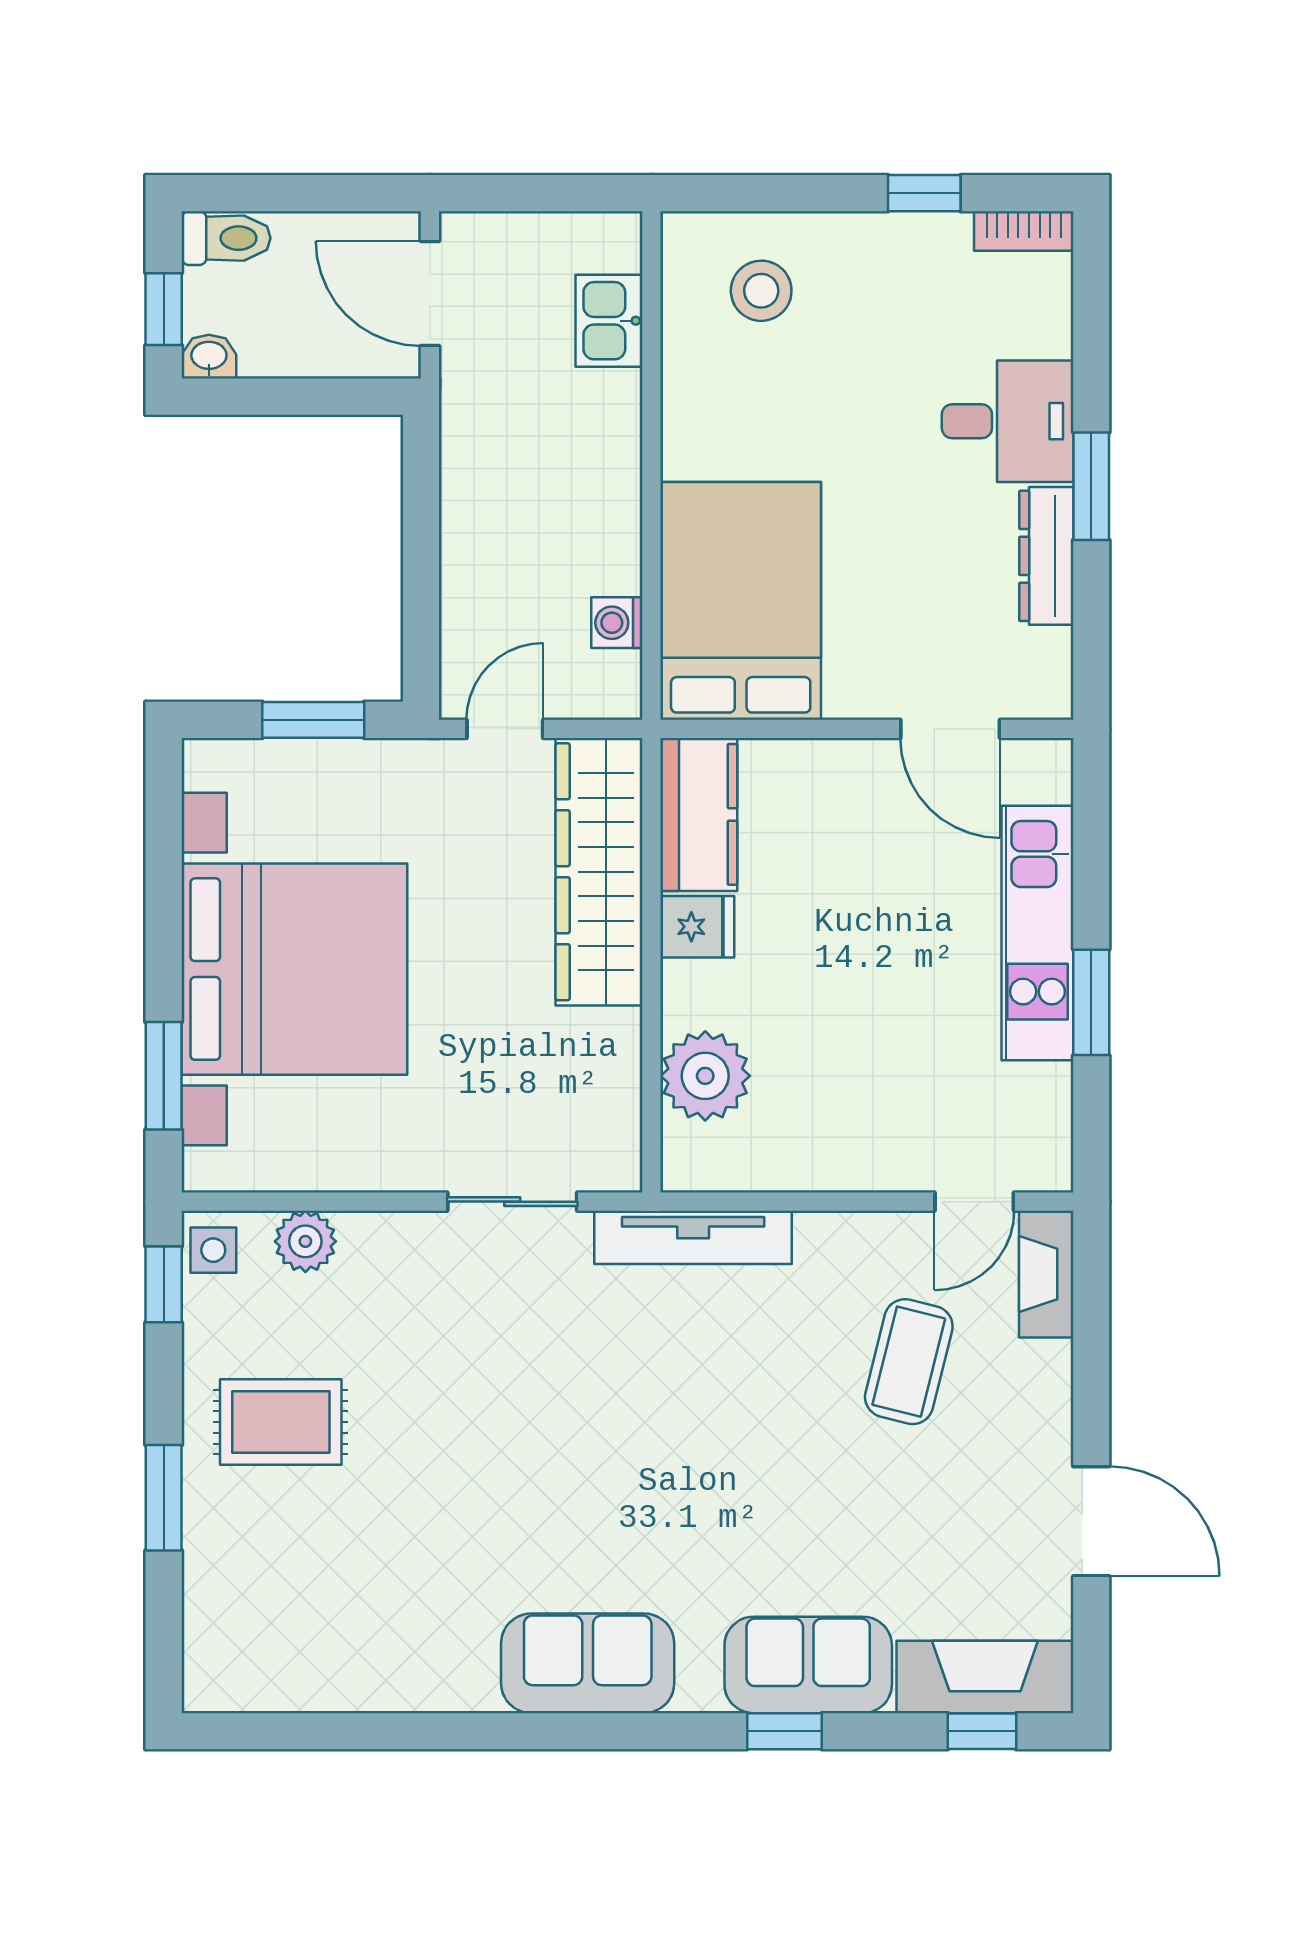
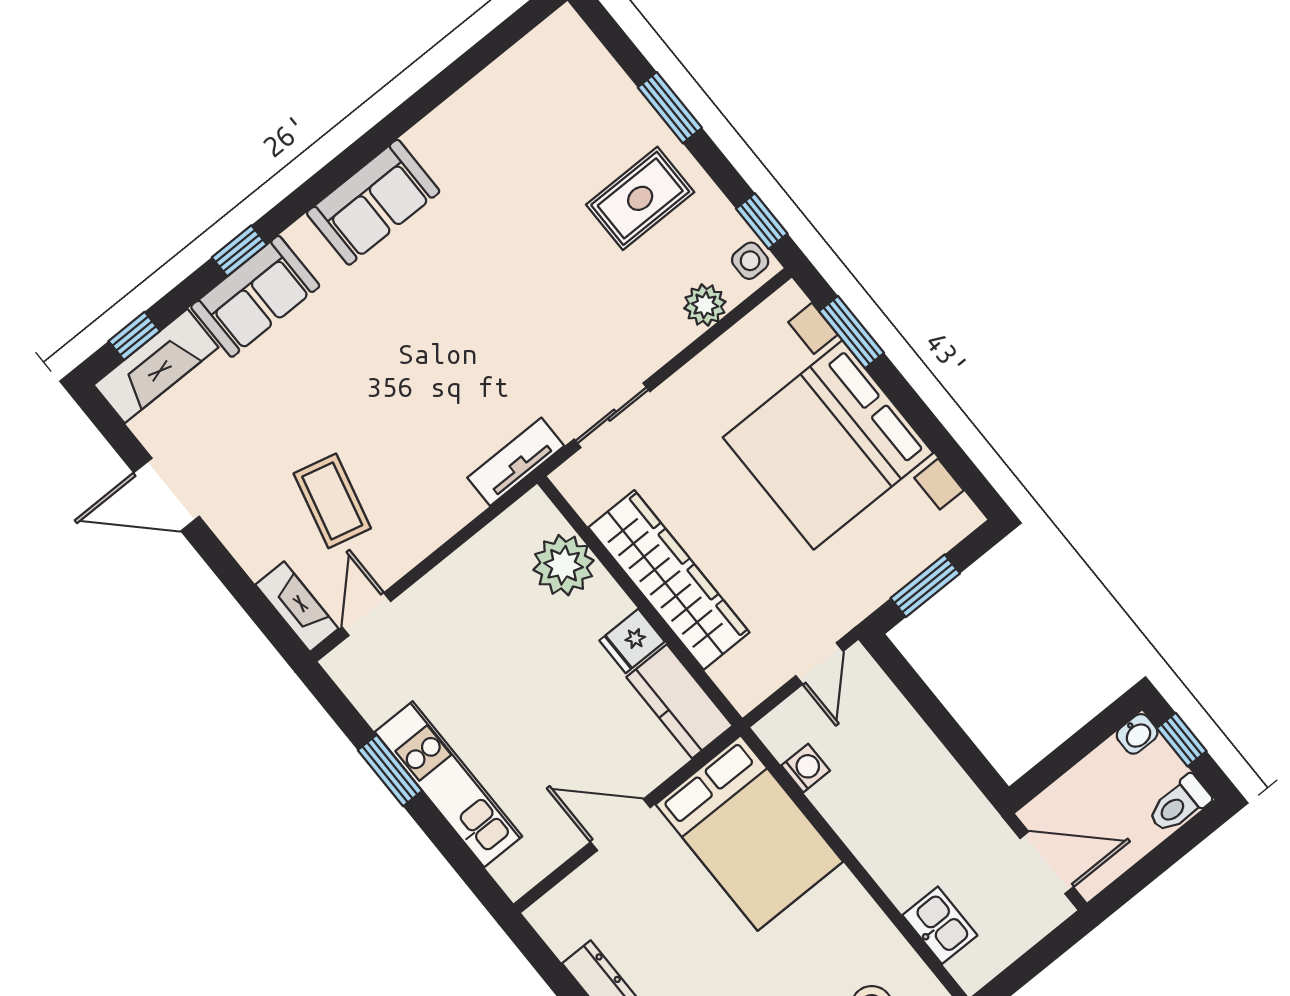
door: (950, 729) -> (620, 825), moved
wardrobe: (599, 872) -> (669, 580), moved
tv unit: (693, 1237) -> (516, 462), width x0.71

